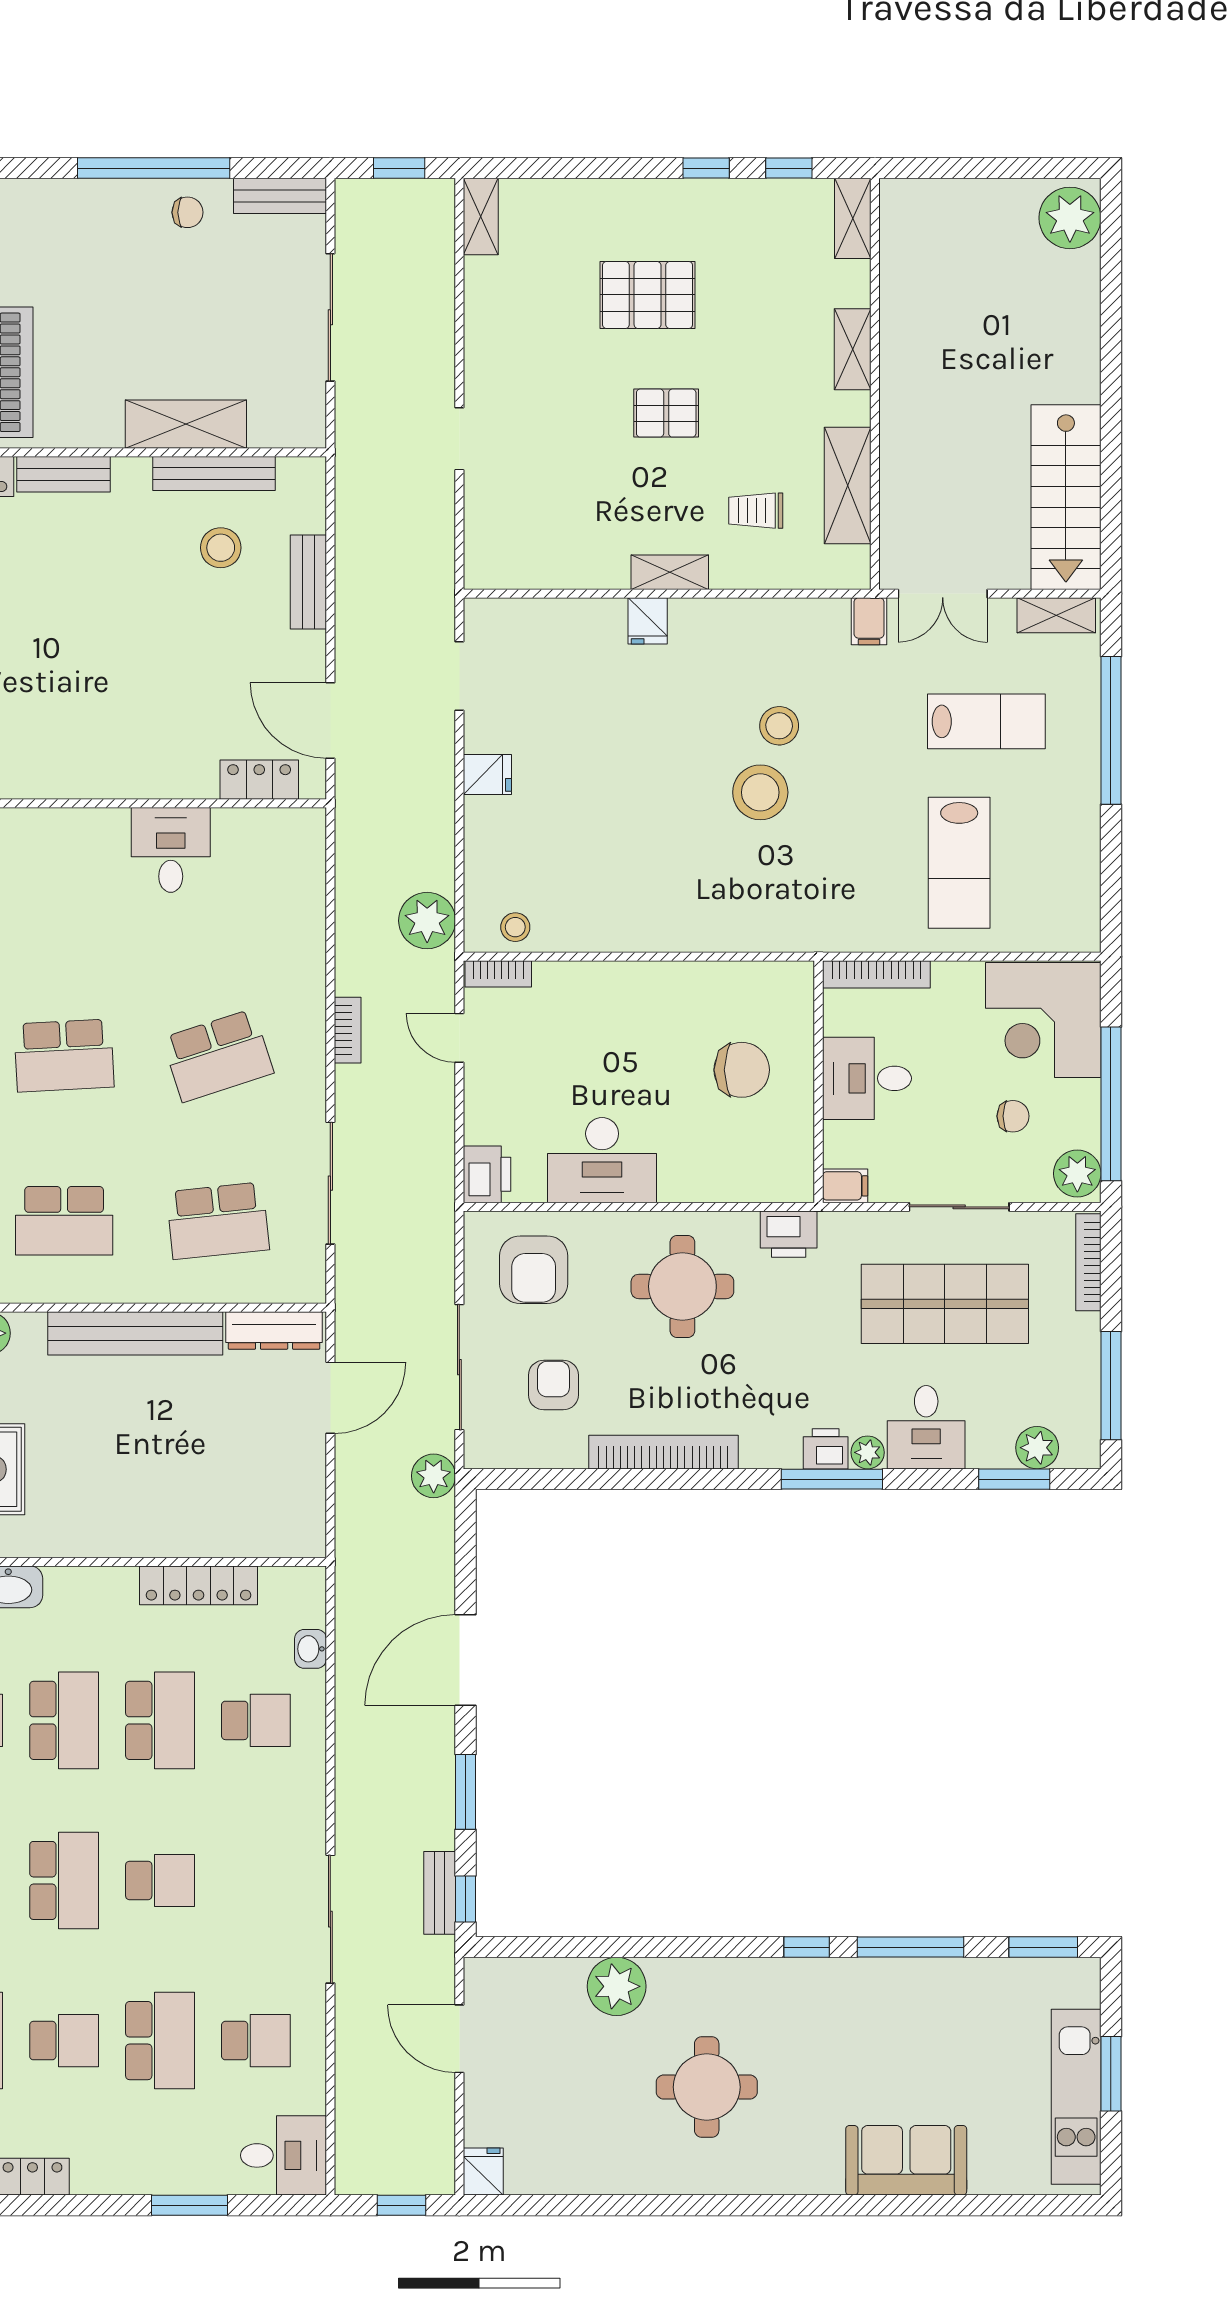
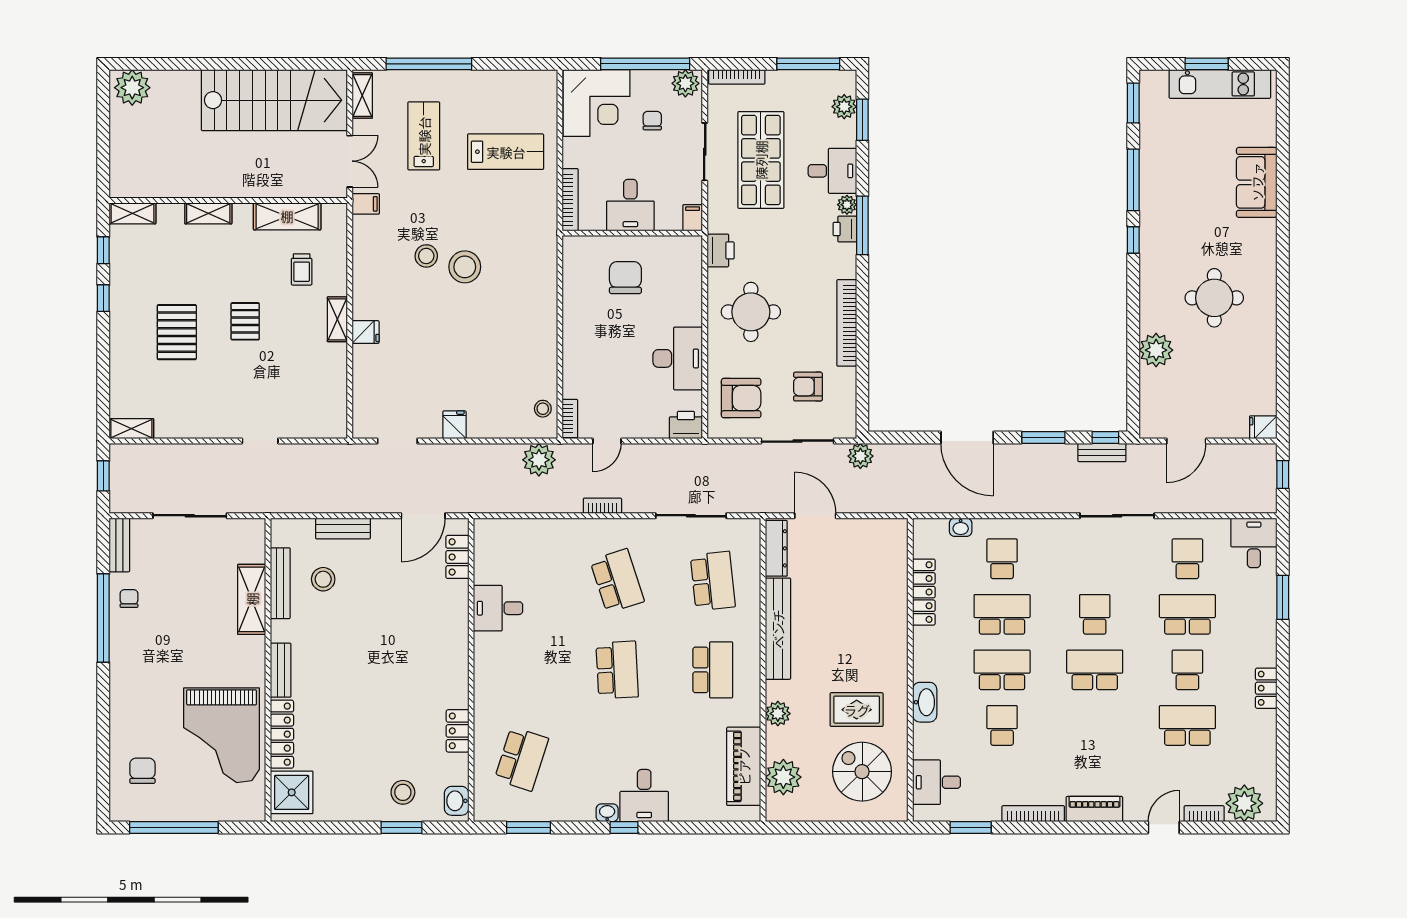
stairs: (1066, 497) -> (274, 100), width x1.36, depth x1.51

